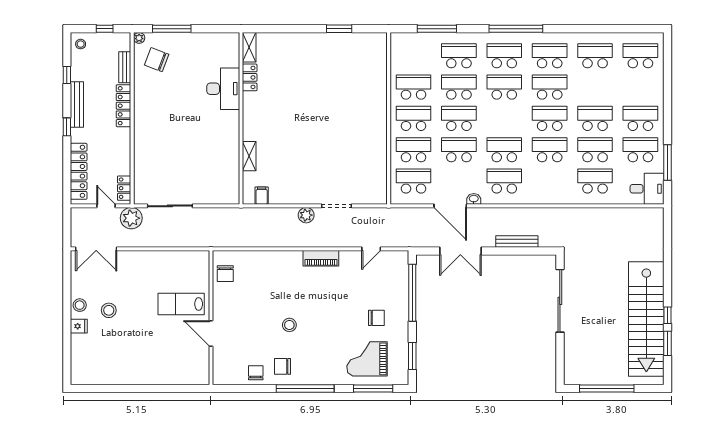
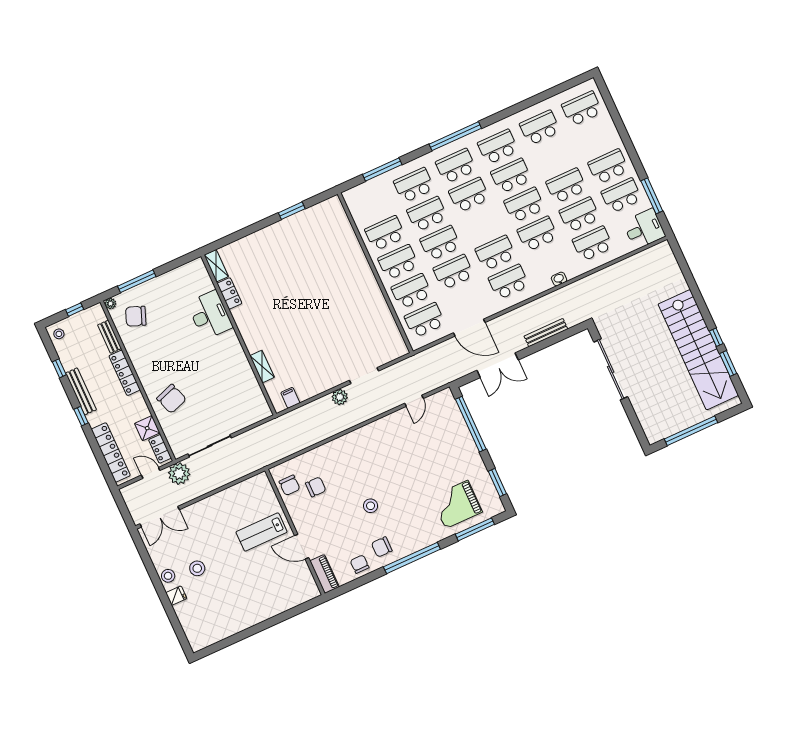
chair: (155, 148) -> (171, 399), added
shower: (121, 164) -> (147, 428), added
washbasin: (474, 199) -> (559, 279), moved
piano: (321, 258) -> (324, 574), moved, turned -90
chair: (376, 318) -> (316, 487), moved

